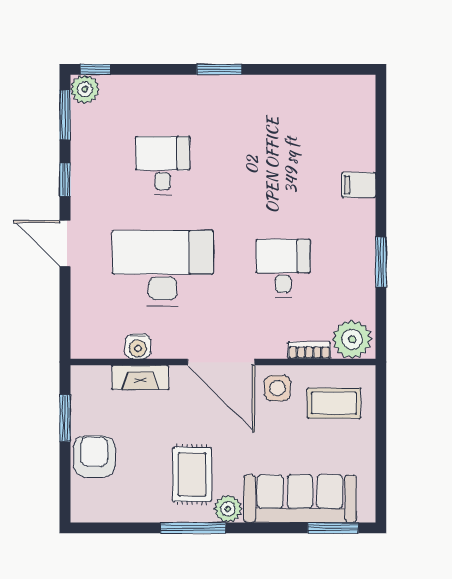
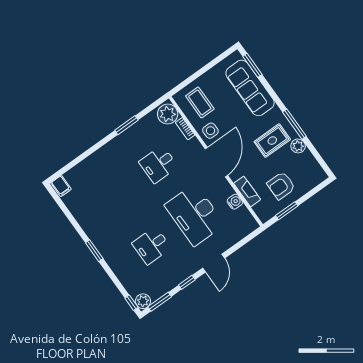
filing cabinet: (359, 185) -> (61, 186), moved
armchair: (94, 457) -> (281, 186), moved
plant: (228, 509) -> (298, 146), moved

